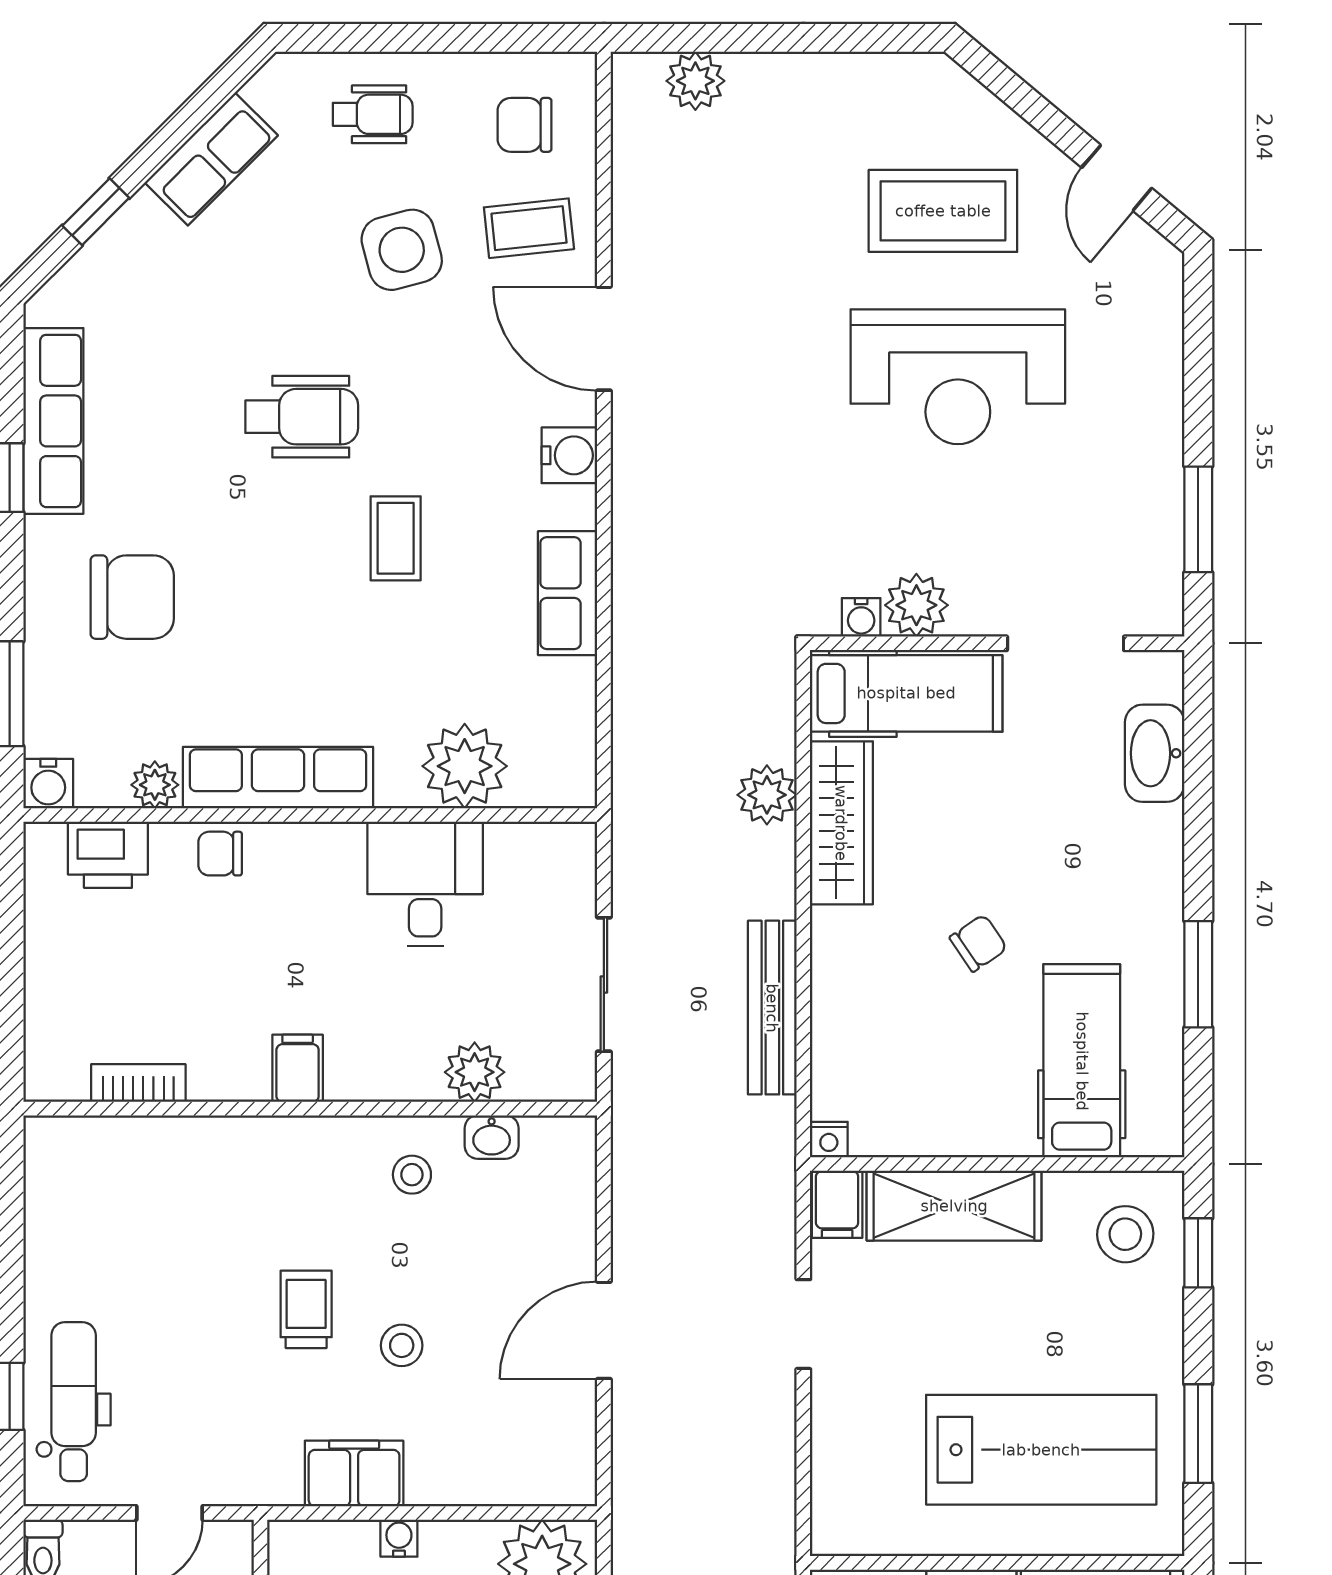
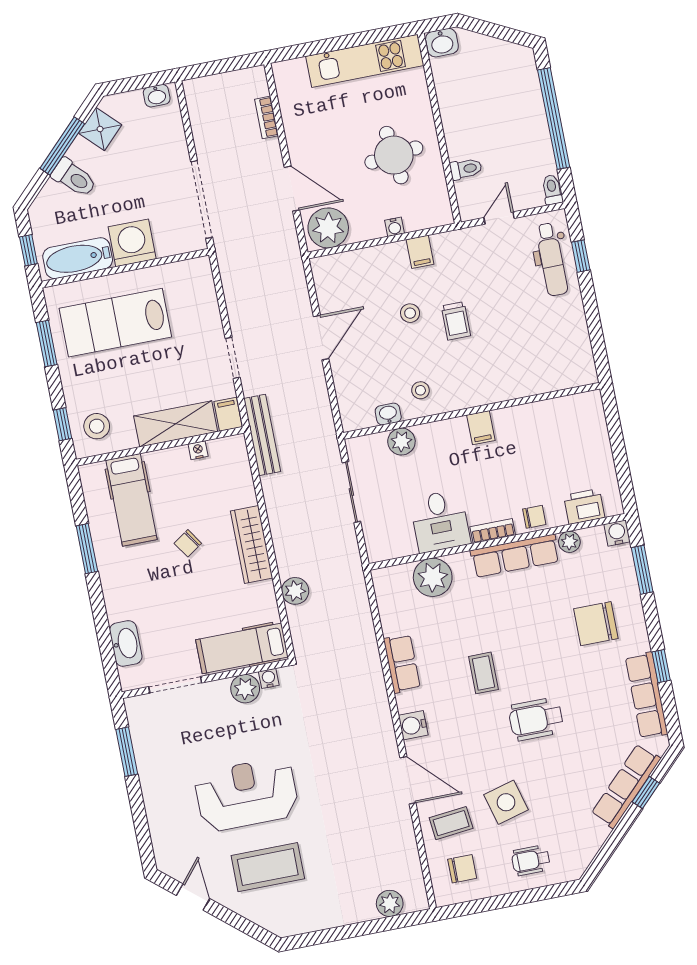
row of seats: (211, 159) -> (626, 786), moved, width x1.48
wardrobe: (841, 823) -> (252, 545), moved
bench: (772, 1008) -> (262, 435), moved
bookcase: (138, 1083) -> (493, 531), moved, turned 180
nightstand: (829, 1140) -> (198, 450), moved
filing cabinet: (354, 1474) -> (420, 252), width x0.50

